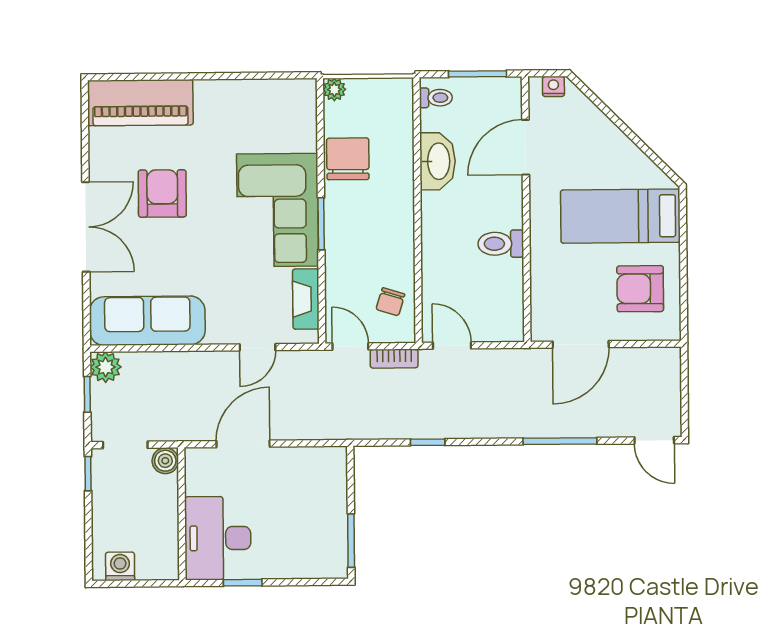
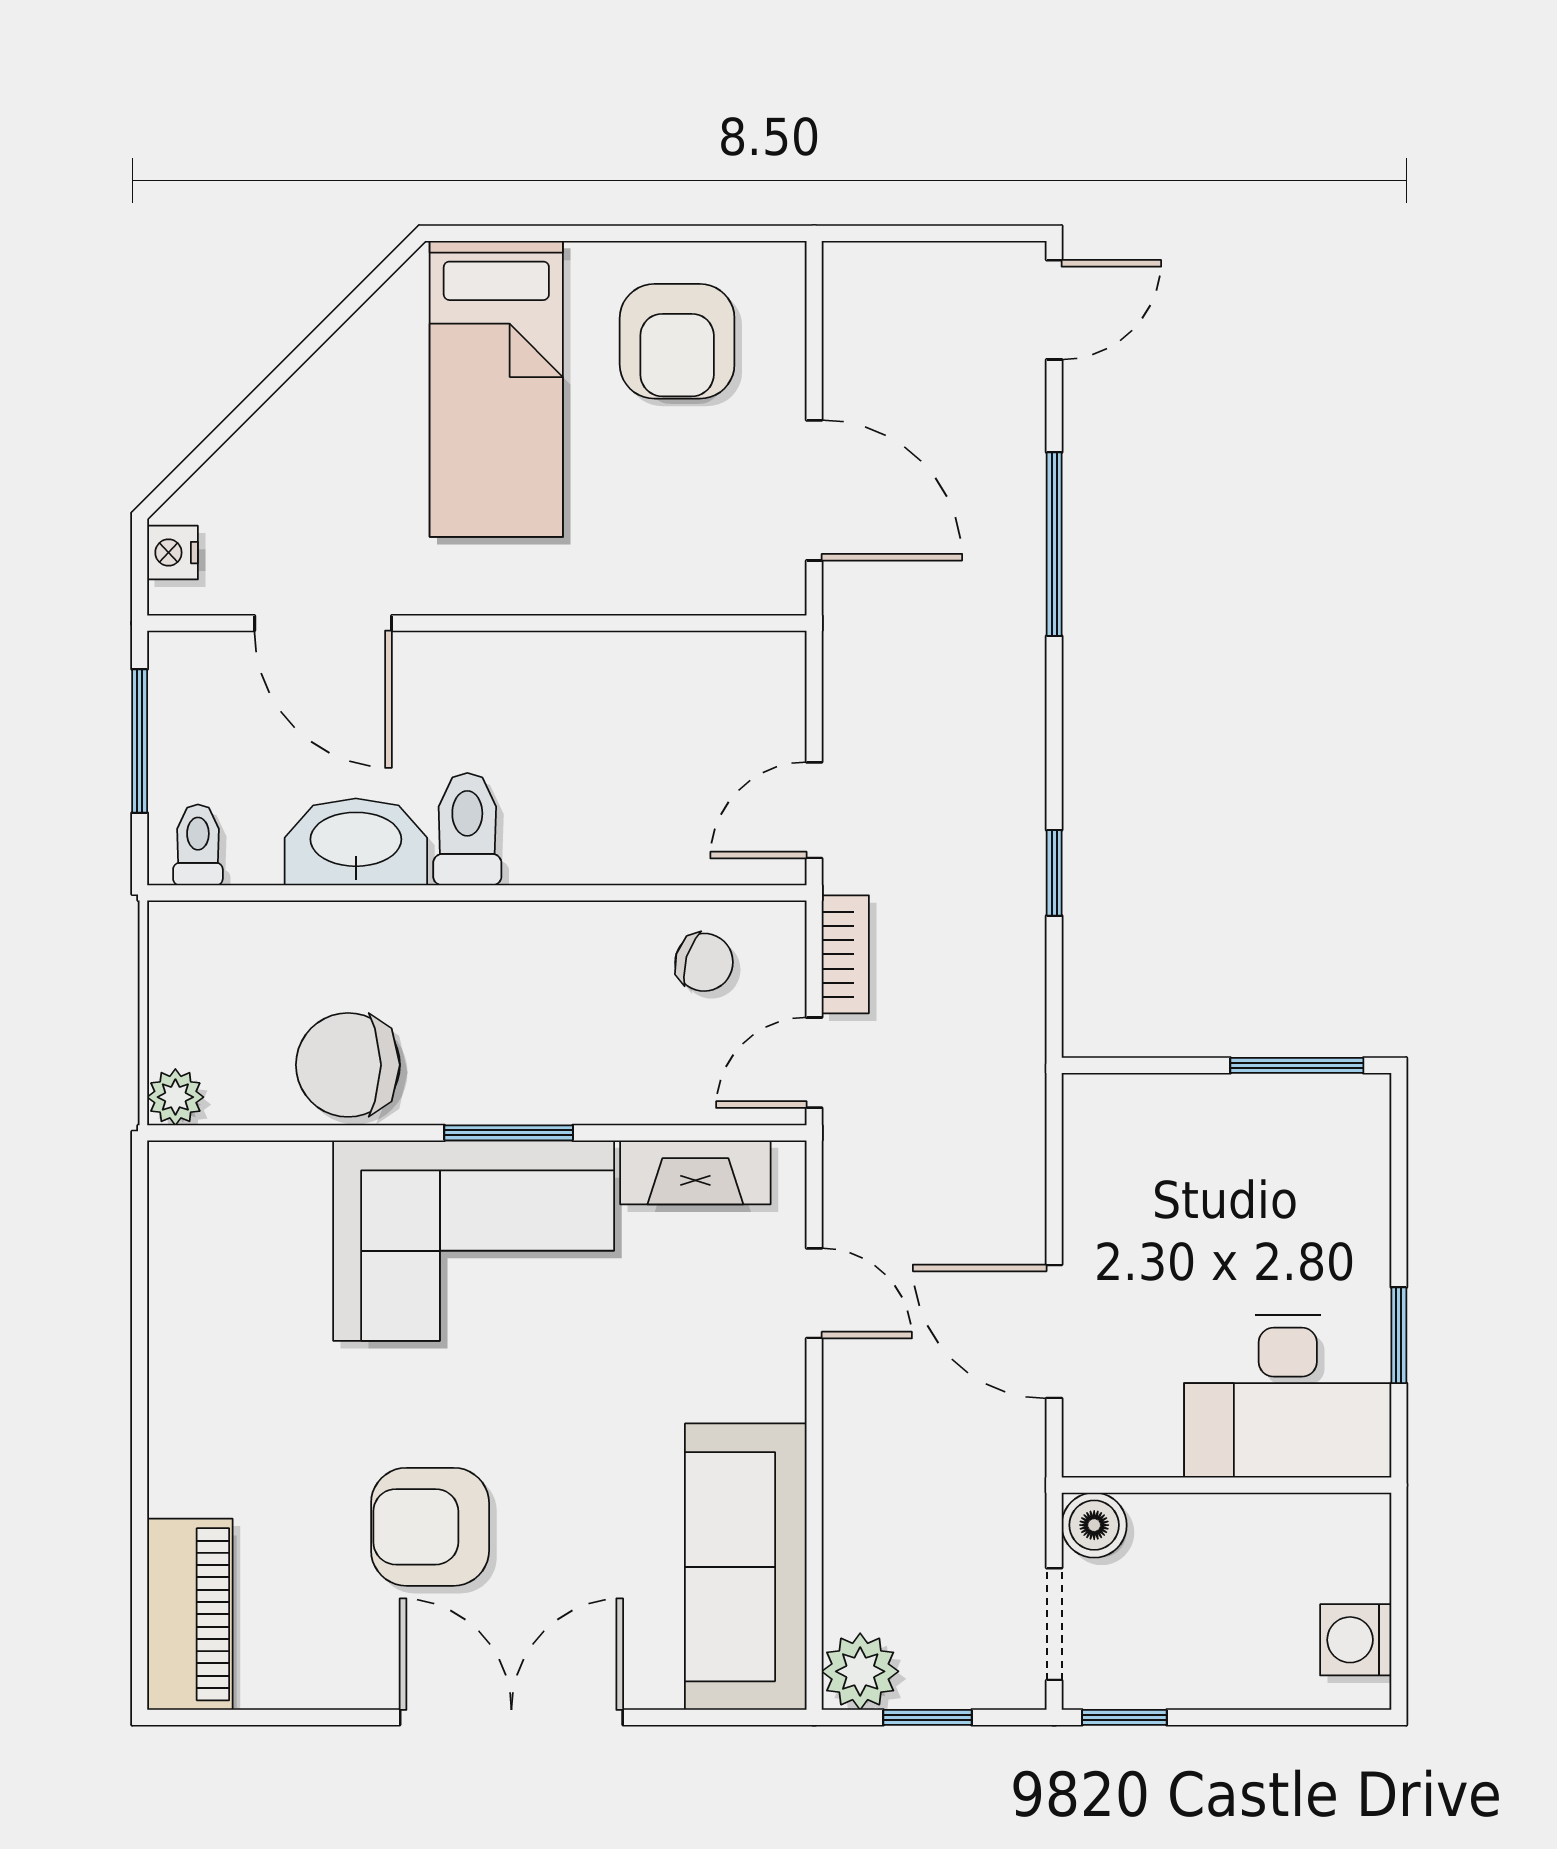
piano: (140, 103) -> (190, 1614), width x0.73, depth x0.75
toilet: (501, 244) -> (467, 829), moved, turned 180

